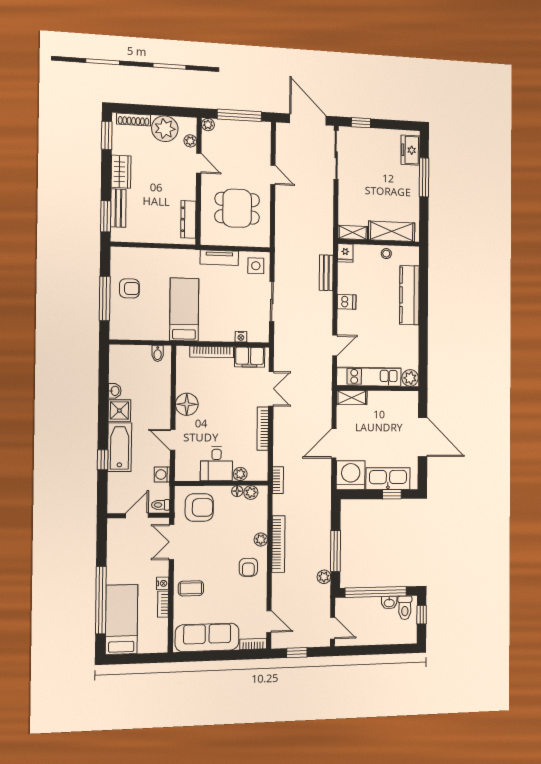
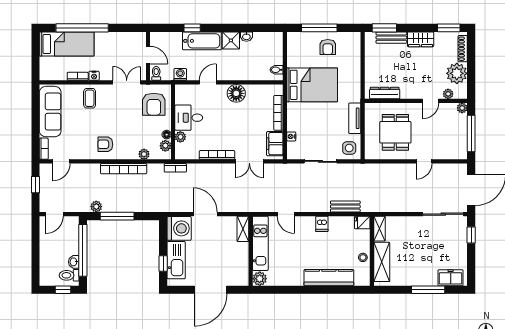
bed: (184, 309) -> (312, 85), width x1.50
plant: (261, 539) -> (144, 154), moved

